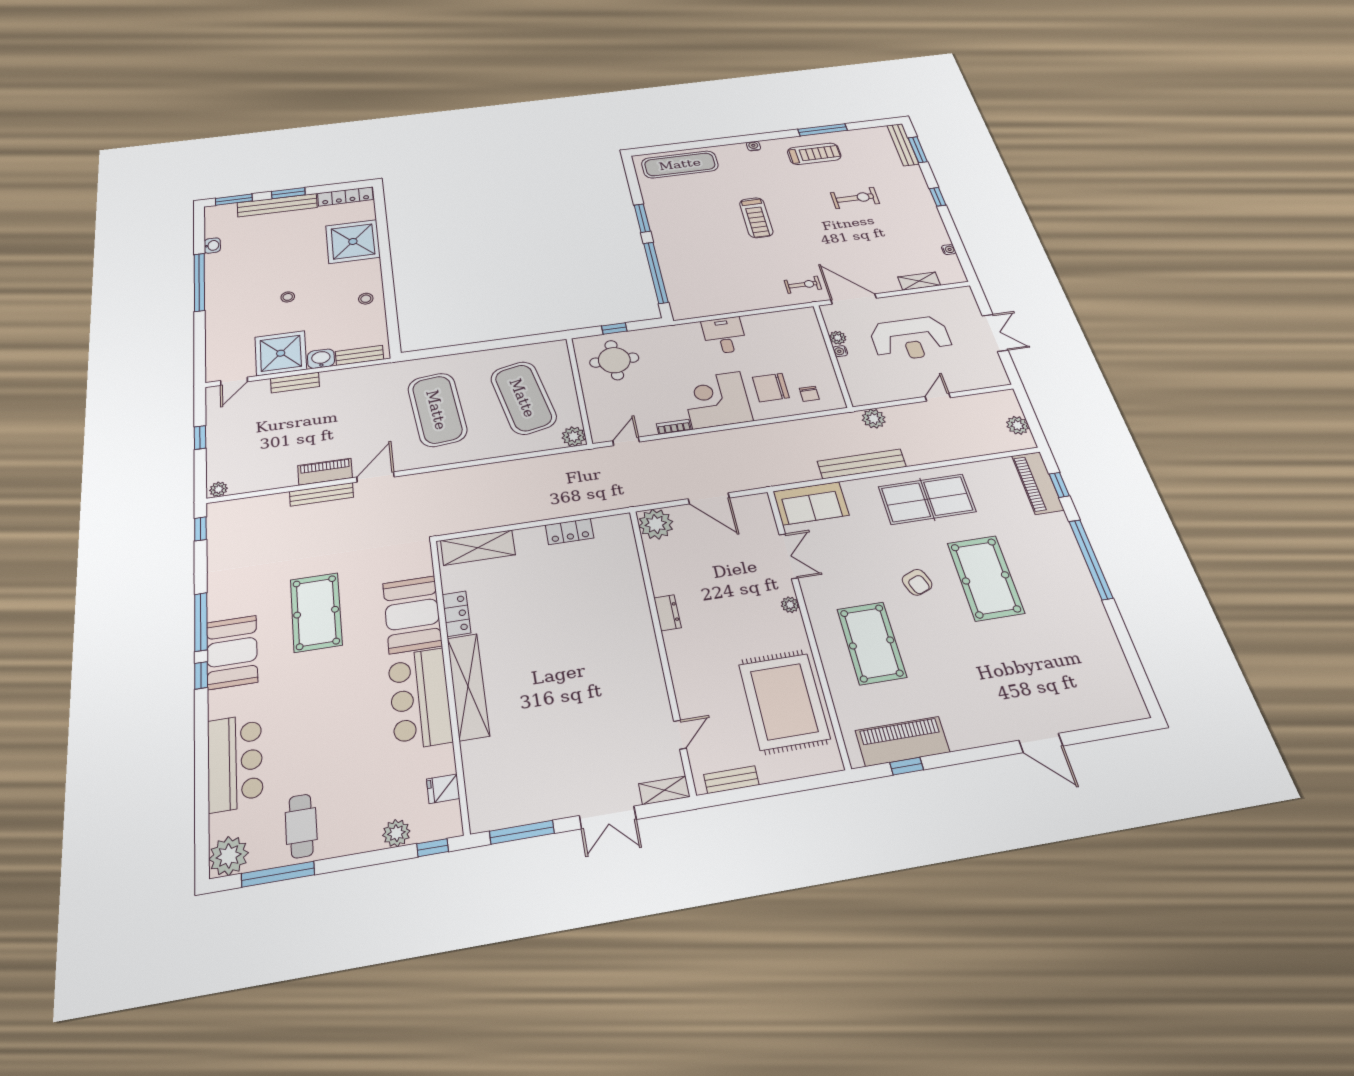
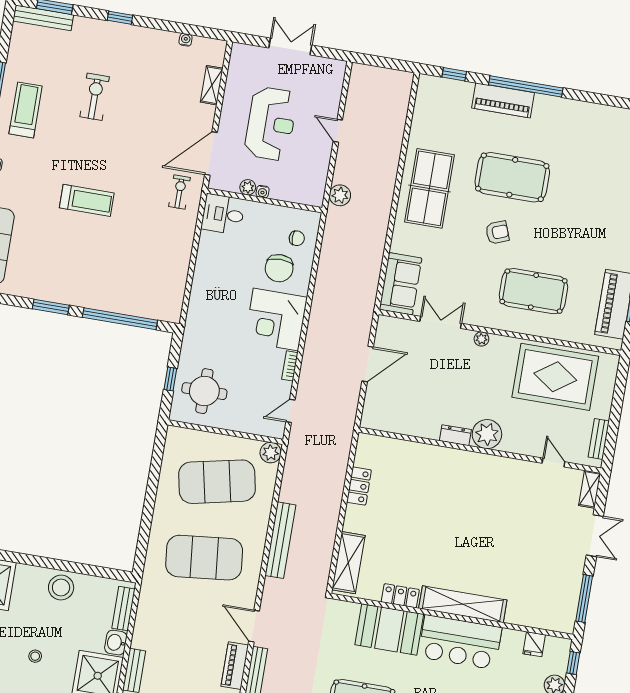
stool: (366, 299) -> (61, 588), width x1.89, depth x1.89
desk: (724, 335) -> (223, 214), moved
plant: (1017, 425) -> (388, 78), removed
door: (626, 441) -> (290, 411), hinge flipped
bench: (862, 464) -> (280, 540), moved
piano: (1038, 483) -> (503, 100), moved
plant: (656, 524) -> (487, 434), moved

